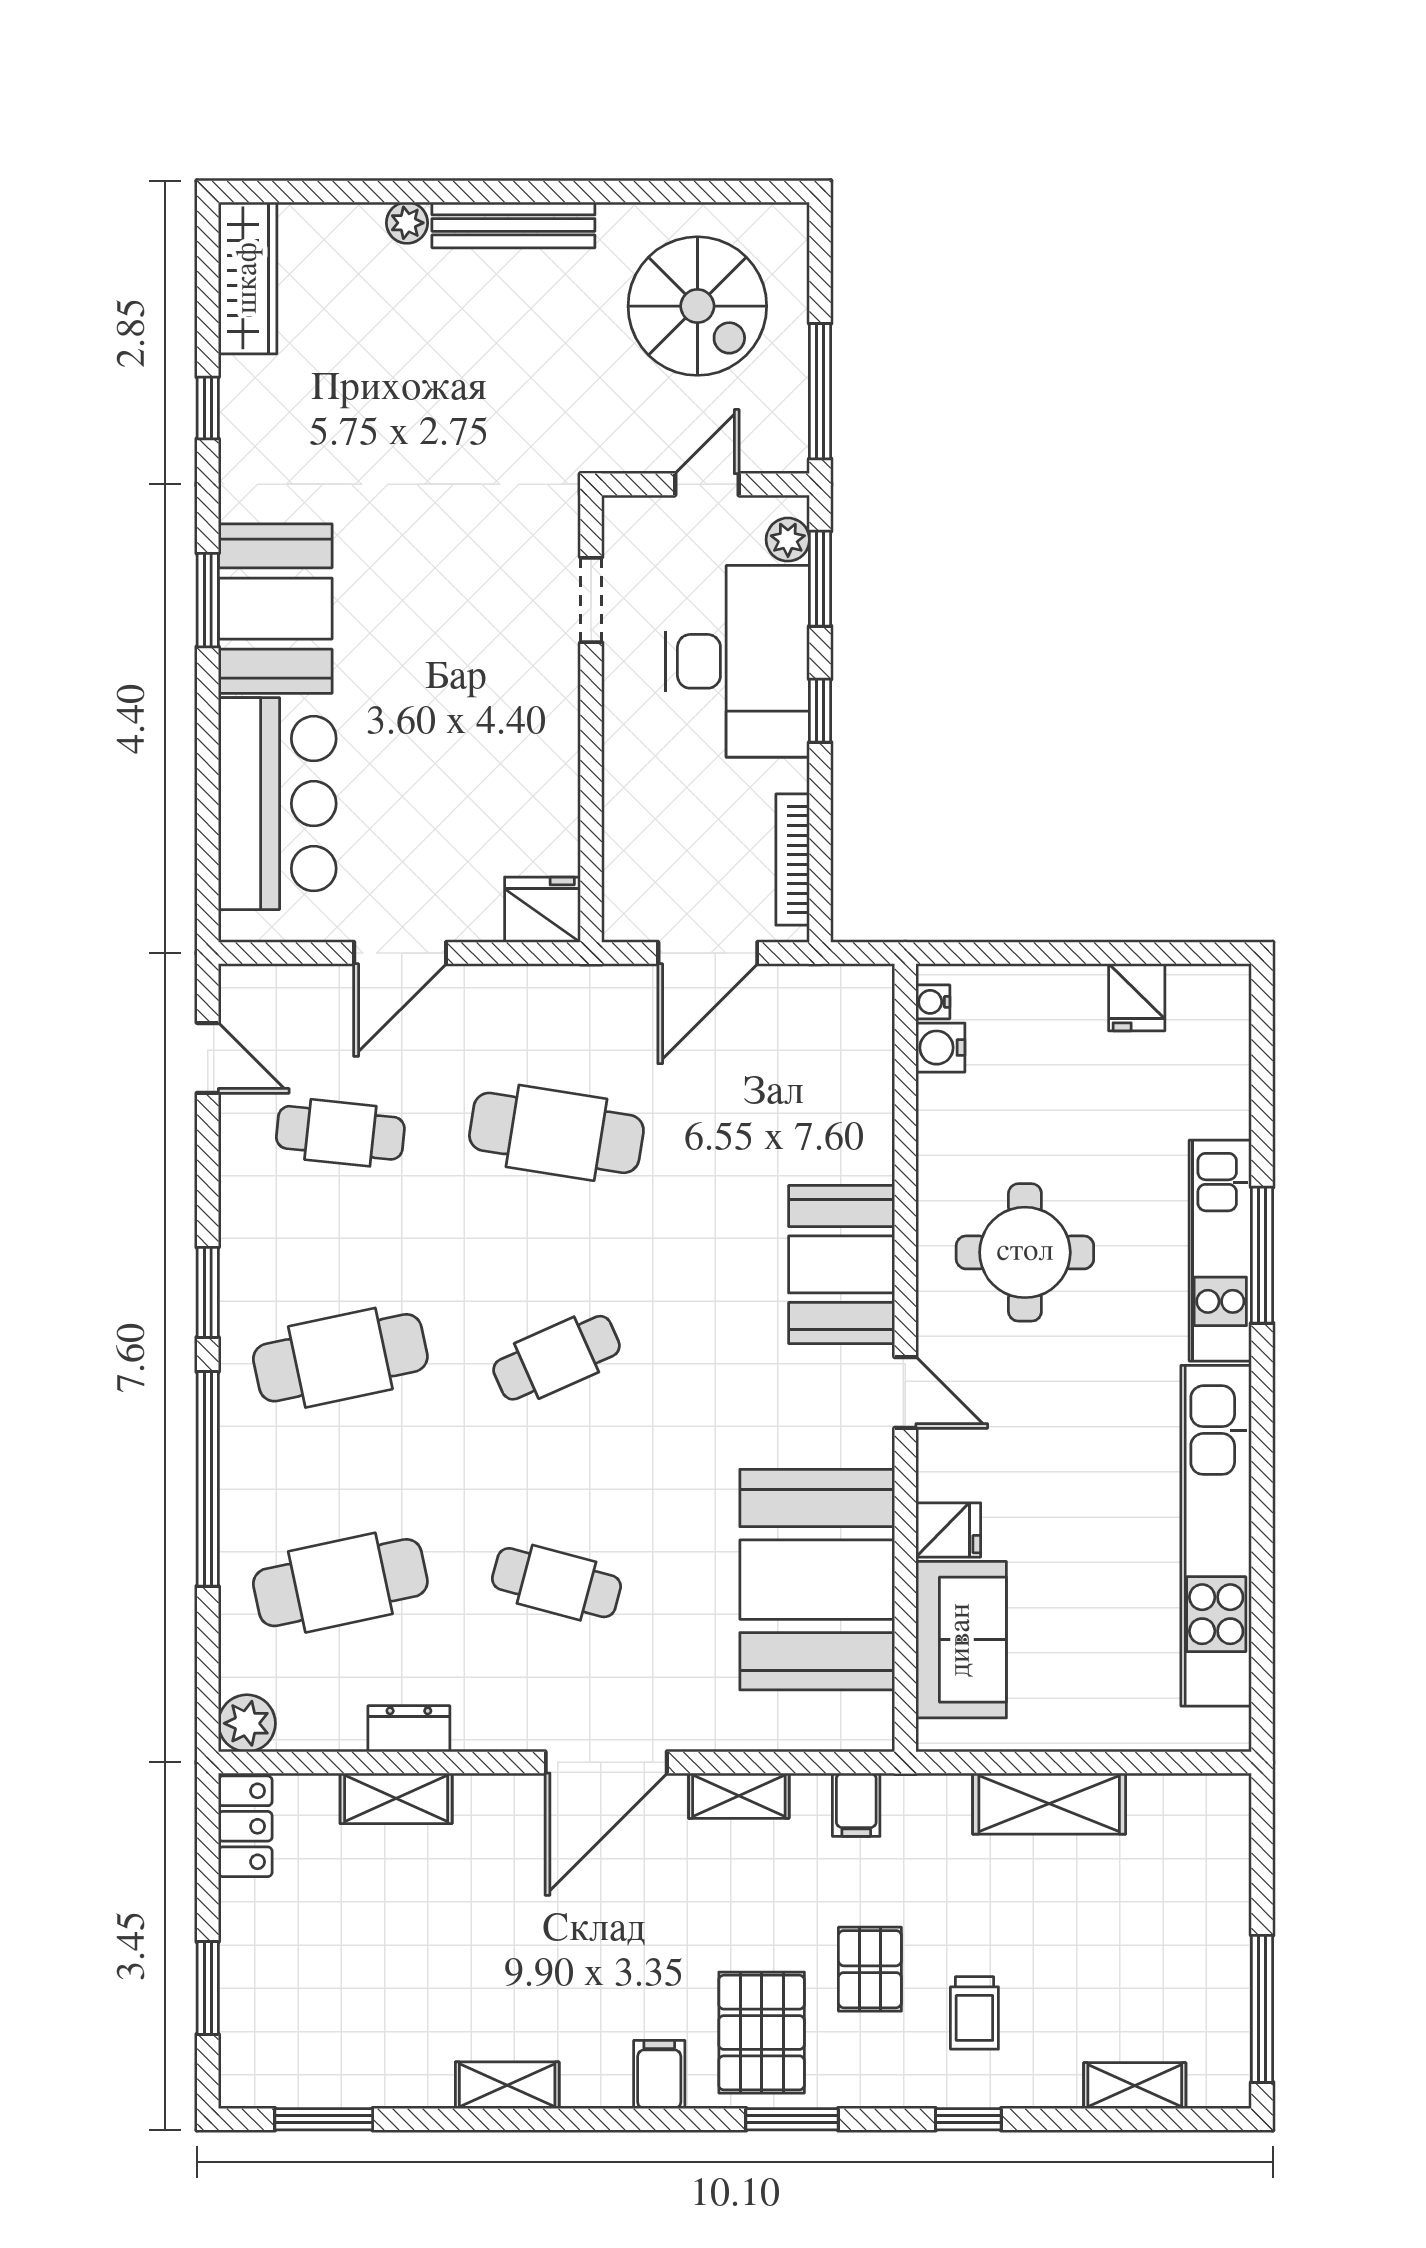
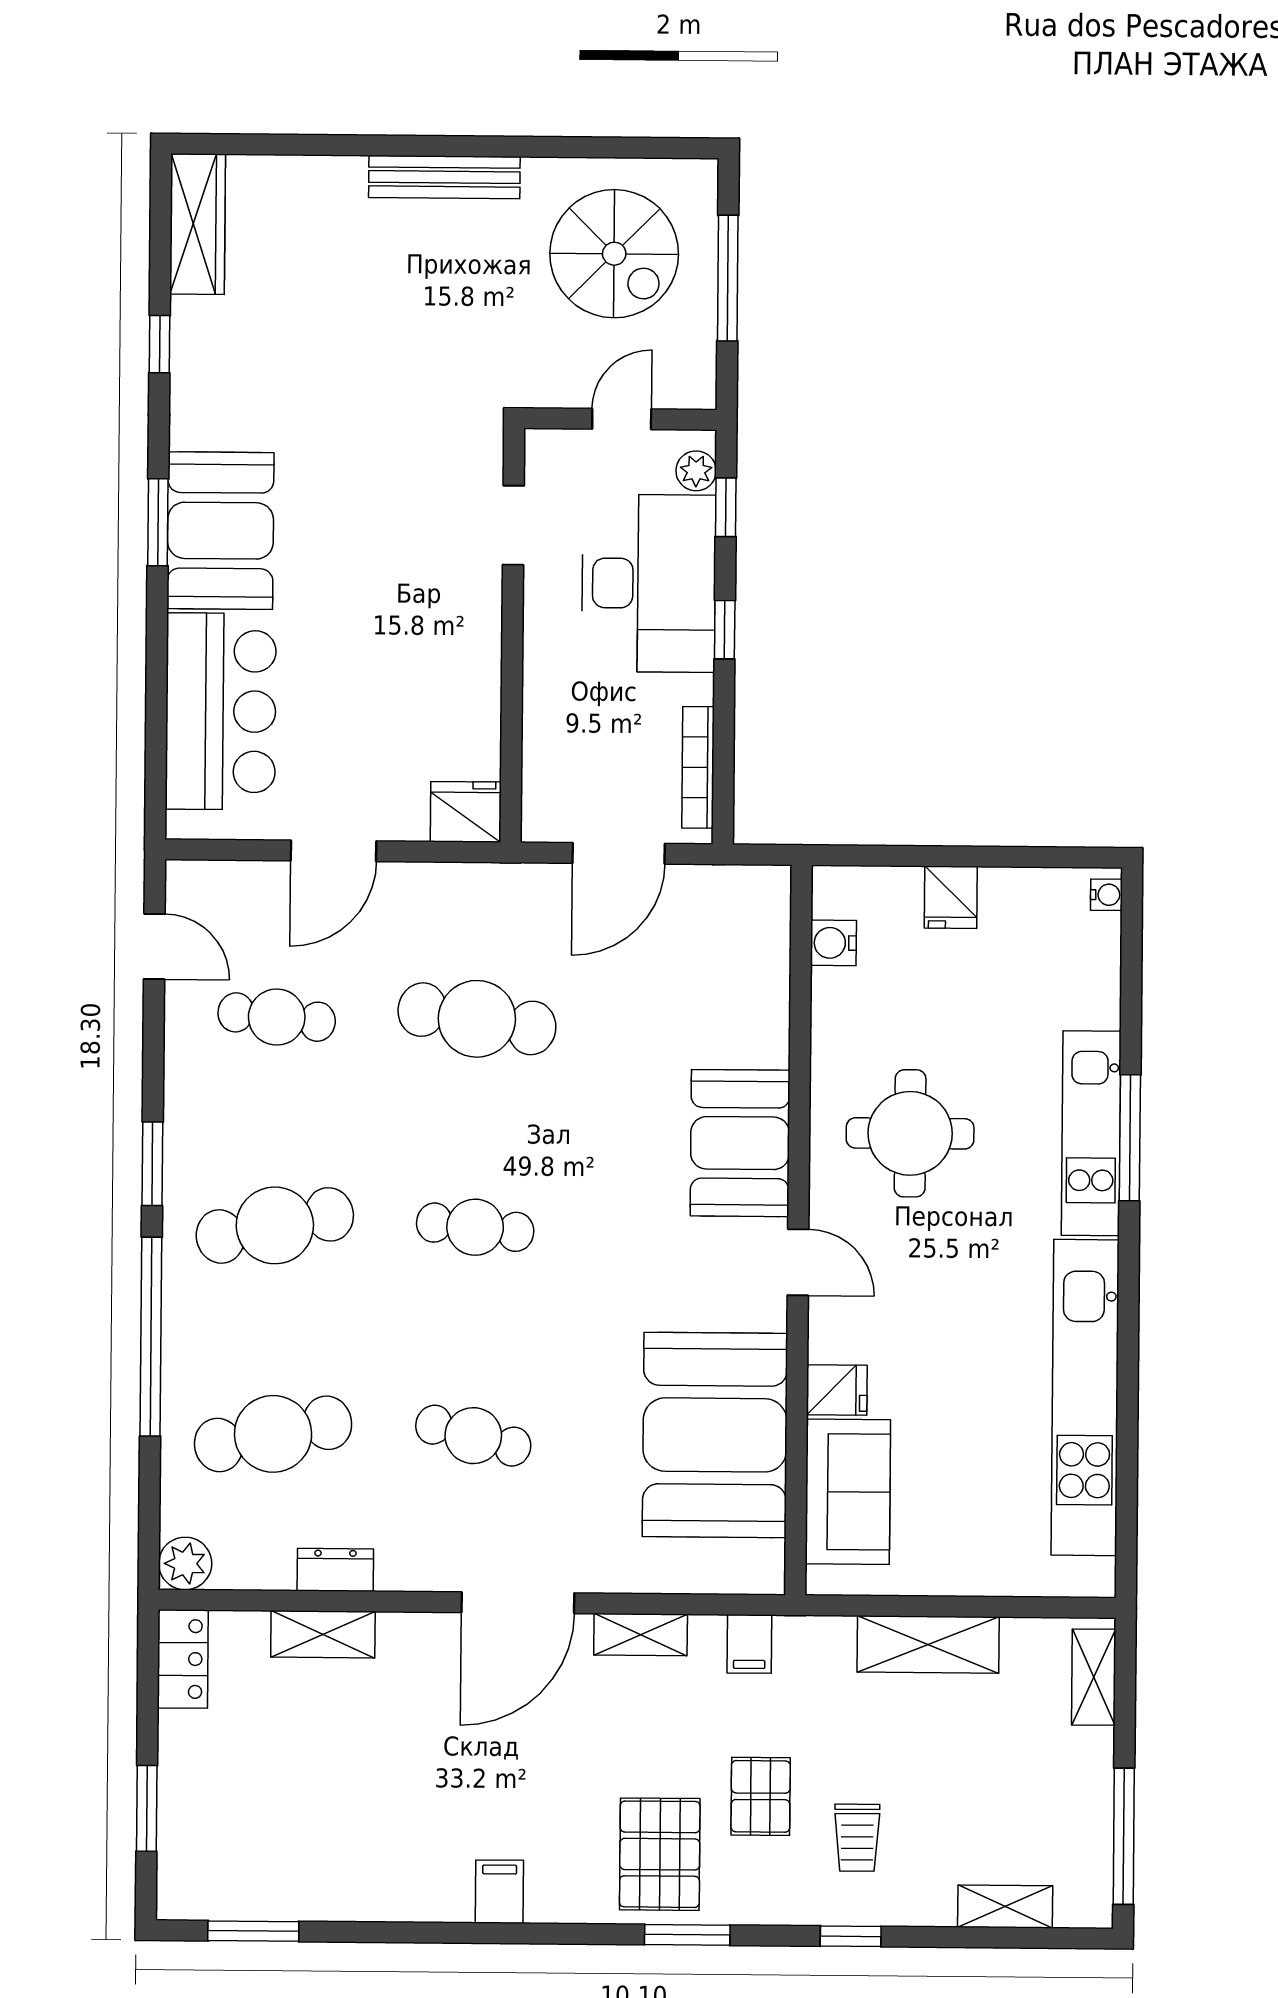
plant: (407, 223) -> (346, 174), removed
window: (820, 391) -> (728, 278), moved
window: (820, 579) -> (726, 507), width x0.67
fridge: (1137, 997) -> (951, 897), moved
water cooler: (933, 1002) -> (1106, 895), moved, turned 180
cafe table: (556, 1358) -> (475, 1227), turned 30
filing cabinet: (659, 2074) -> (499, 1892), moved
shelving: (507, 2085) -> (1094, 1677), moved, turned 90

